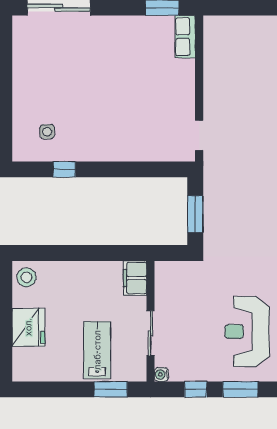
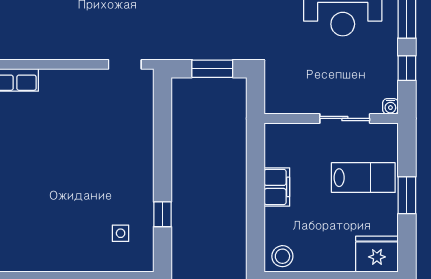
filing cabinet: (135, 278) -> (277, 187), moved, turned -90
fridge: (28, 327) -> (377, 254), moved
lab bench: (97, 350) -> (363, 178), turned 180
window: (111, 389) -> (407, 195), moved

